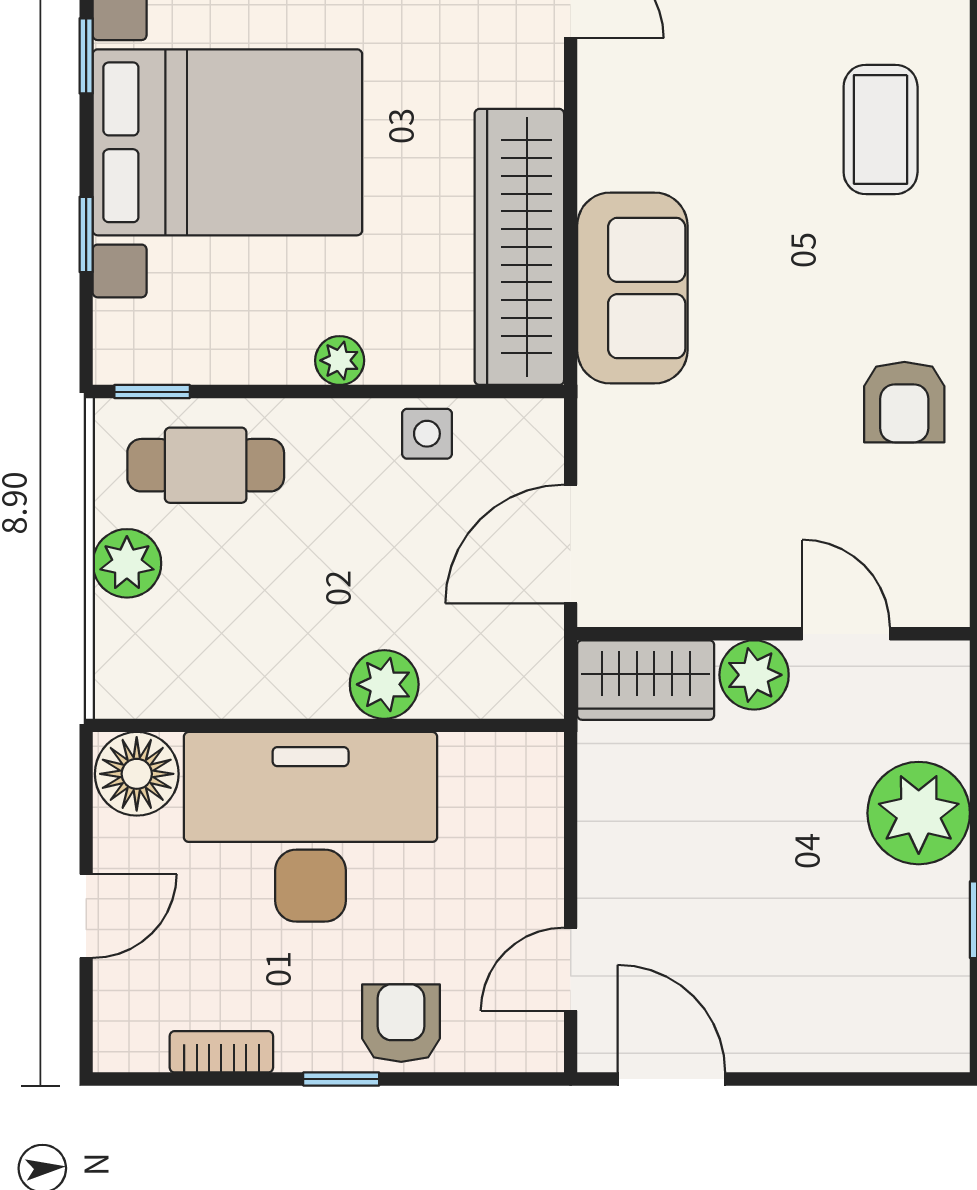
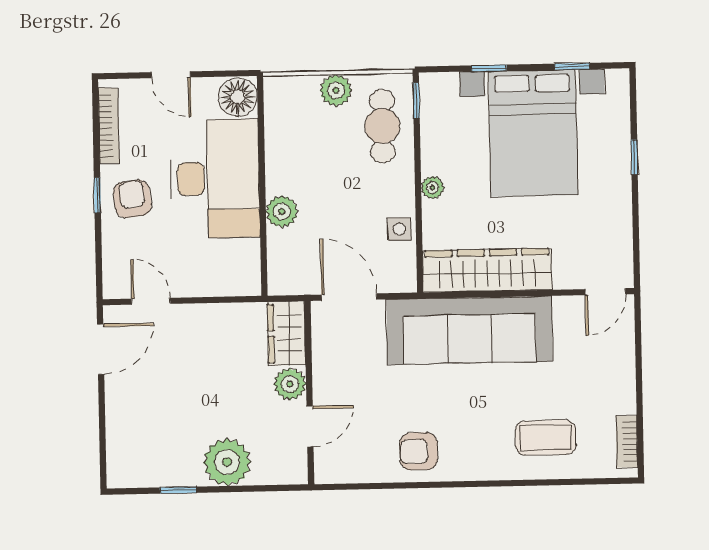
sofa: (632, 288) -> (469, 330), width x1.85, depth x1.27
armchair: (401, 1023) -> (132, 199), moved, turned -97
bookcase: (221, 1052) -> (109, 126), width x1.56

